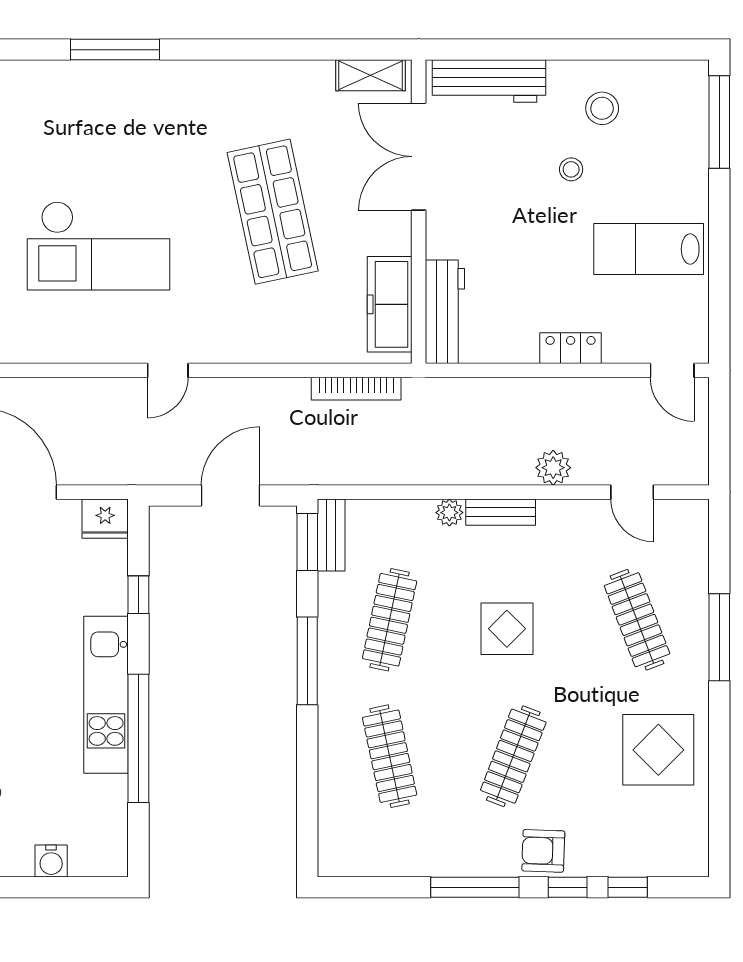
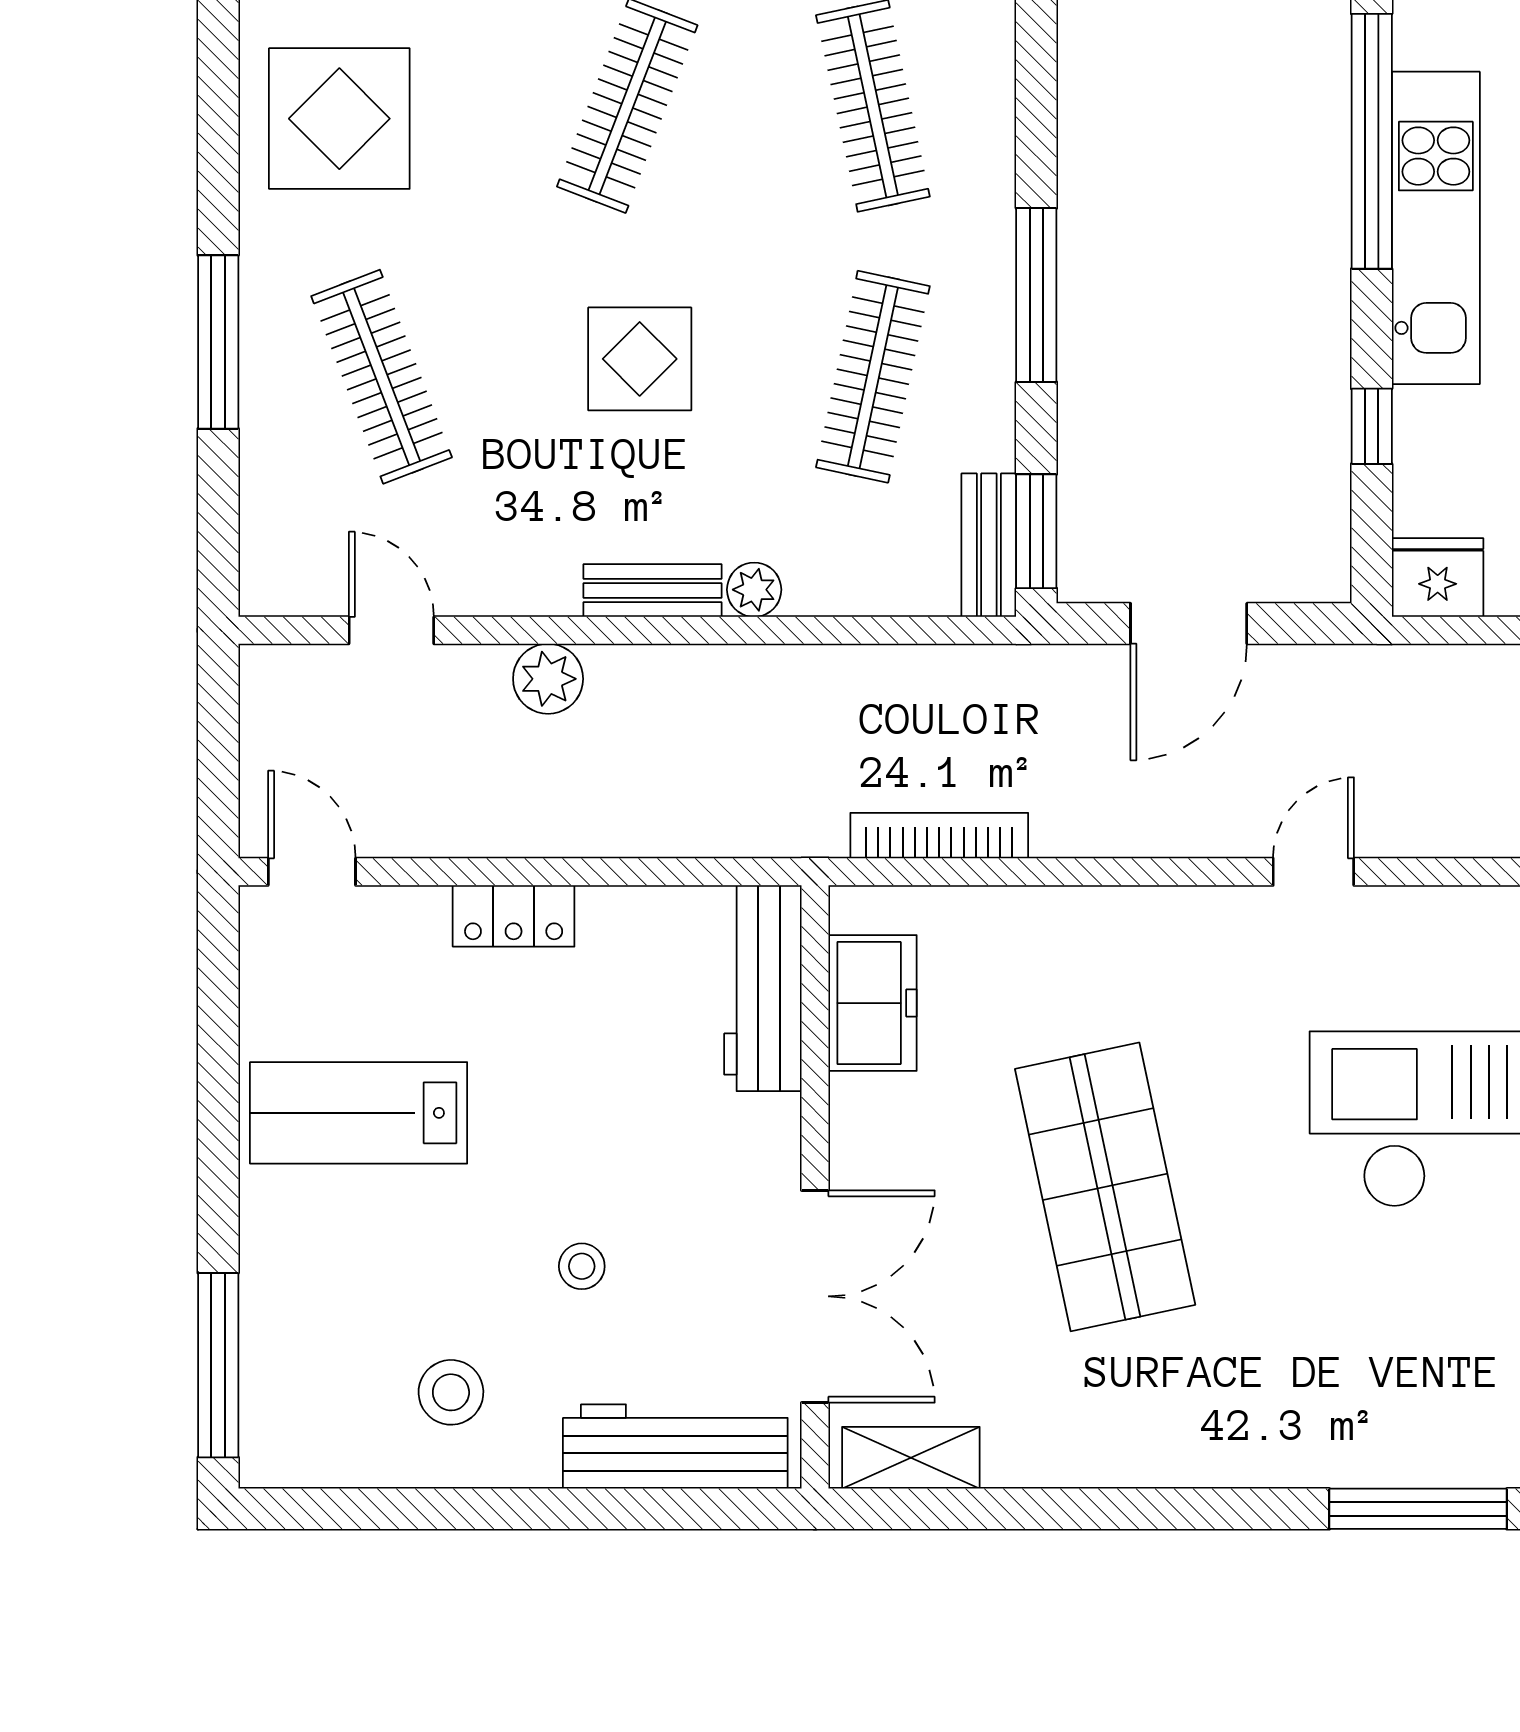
stool: (571, 169) -> (582, 1266), moved
lab bench: (649, 249) -> (359, 1113), turned 180
freezer: (390, 304) -> (873, 1003), width x0.71

